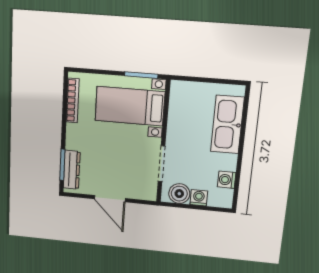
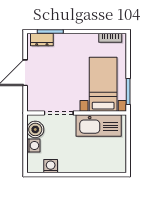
bookcase: (73, 101) -> (110, 38), width x0.64
kitchen sink: (227, 125) -> (99, 126), moved, turned 180
dresser: (72, 170) -> (42, 40), width x0.70

